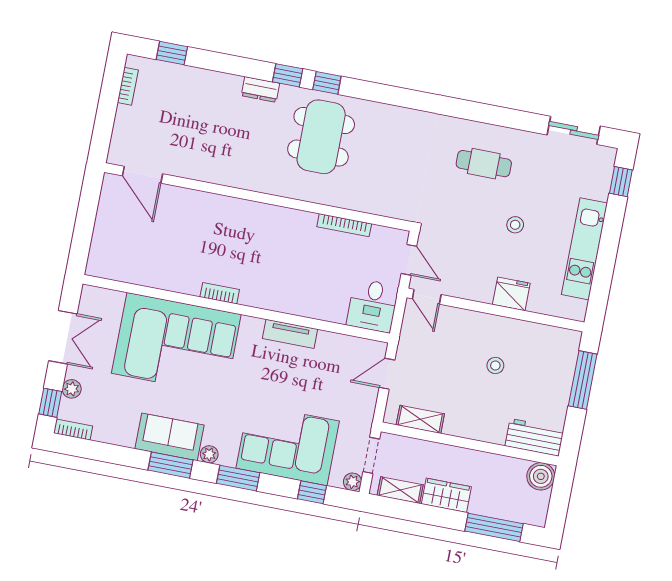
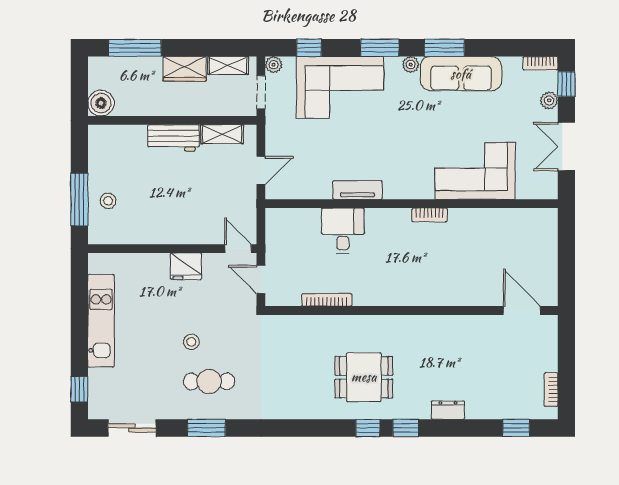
dresser: (260, 89) -> (448, 410), moved
window: (496, 115) -> (206, 428), added
dining table: (321, 137) -> (364, 377), width x0.73
stool: (515, 225) -> (191, 342), moved
fridge: (511, 294) -> (186, 266), moved
desk: (373, 306) -> (343, 231), moved
corner sofa: (176, 344) -> (475, 171), width x0.73, depth x0.74
stool: (495, 365) -> (108, 201), moved
sofa: (169, 437) -> (461, 74), width x1.36
workbench: (535, 437) -> (173, 138), moved

